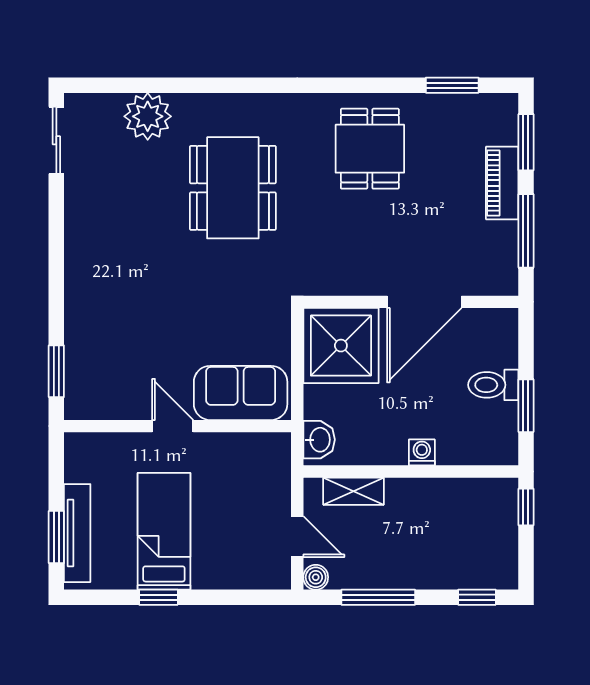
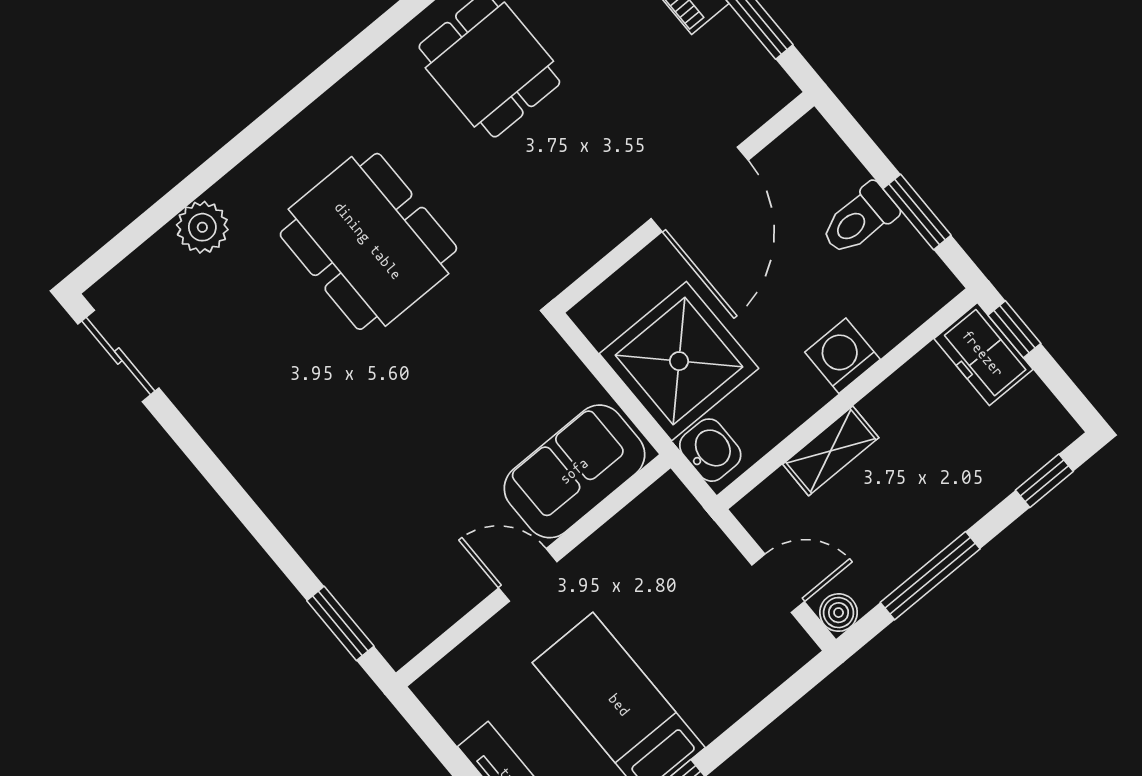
plant: (148, 116) -> (202, 227), width x0.73, depth x0.73
shower: (341, 346) -> (679, 361), moved
washing machine: (422, 452) -> (842, 356), width x1.38, depth x1.38
shelving: (353, 491) -> (831, 451), moved
freezer: (500, 507) -> (983, 354), added

